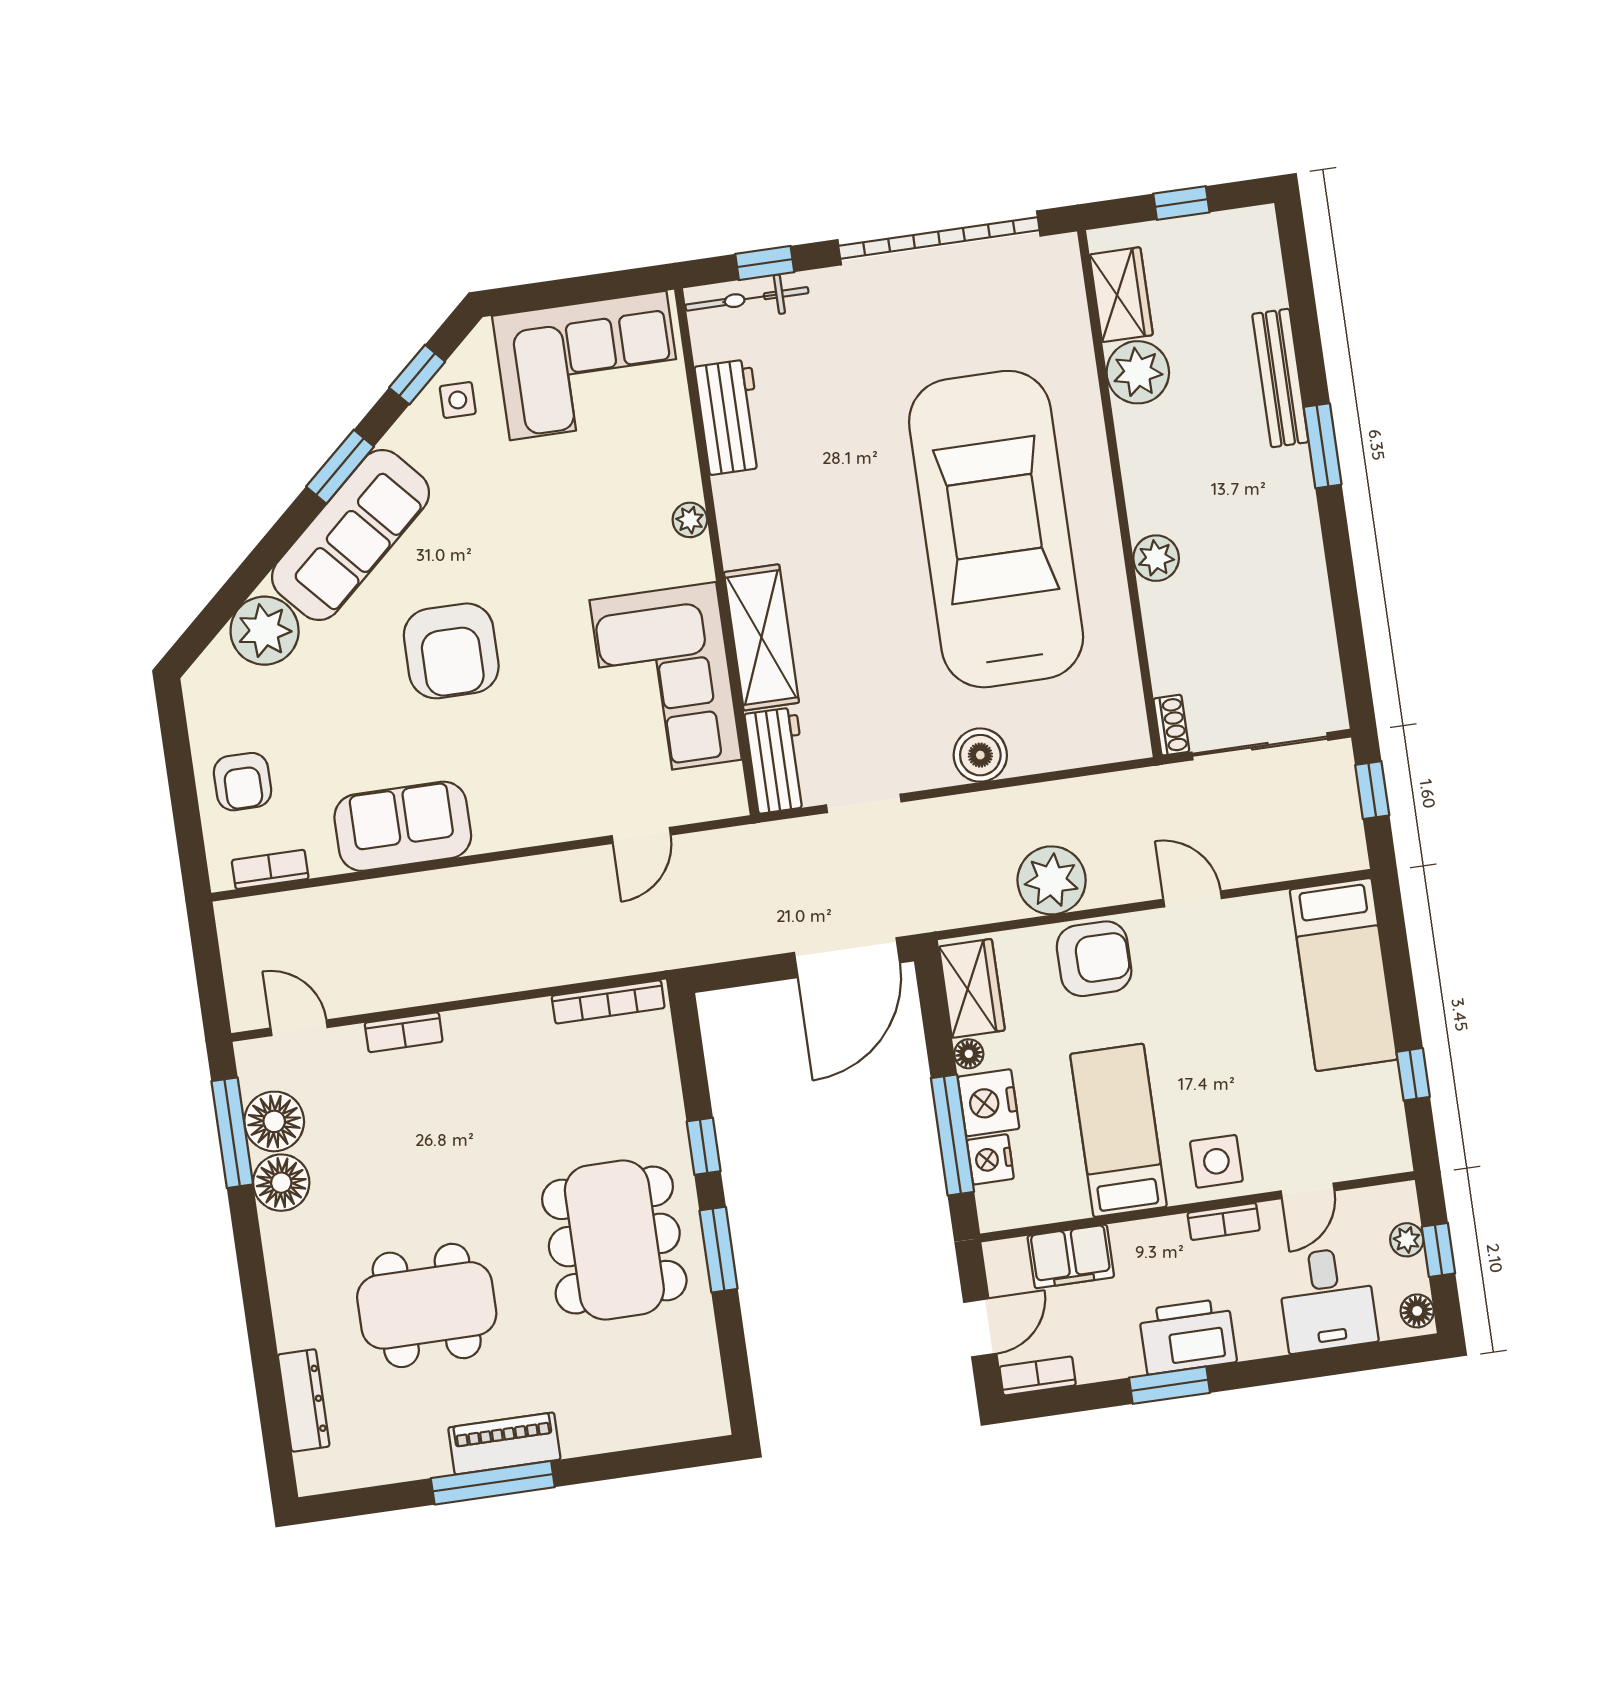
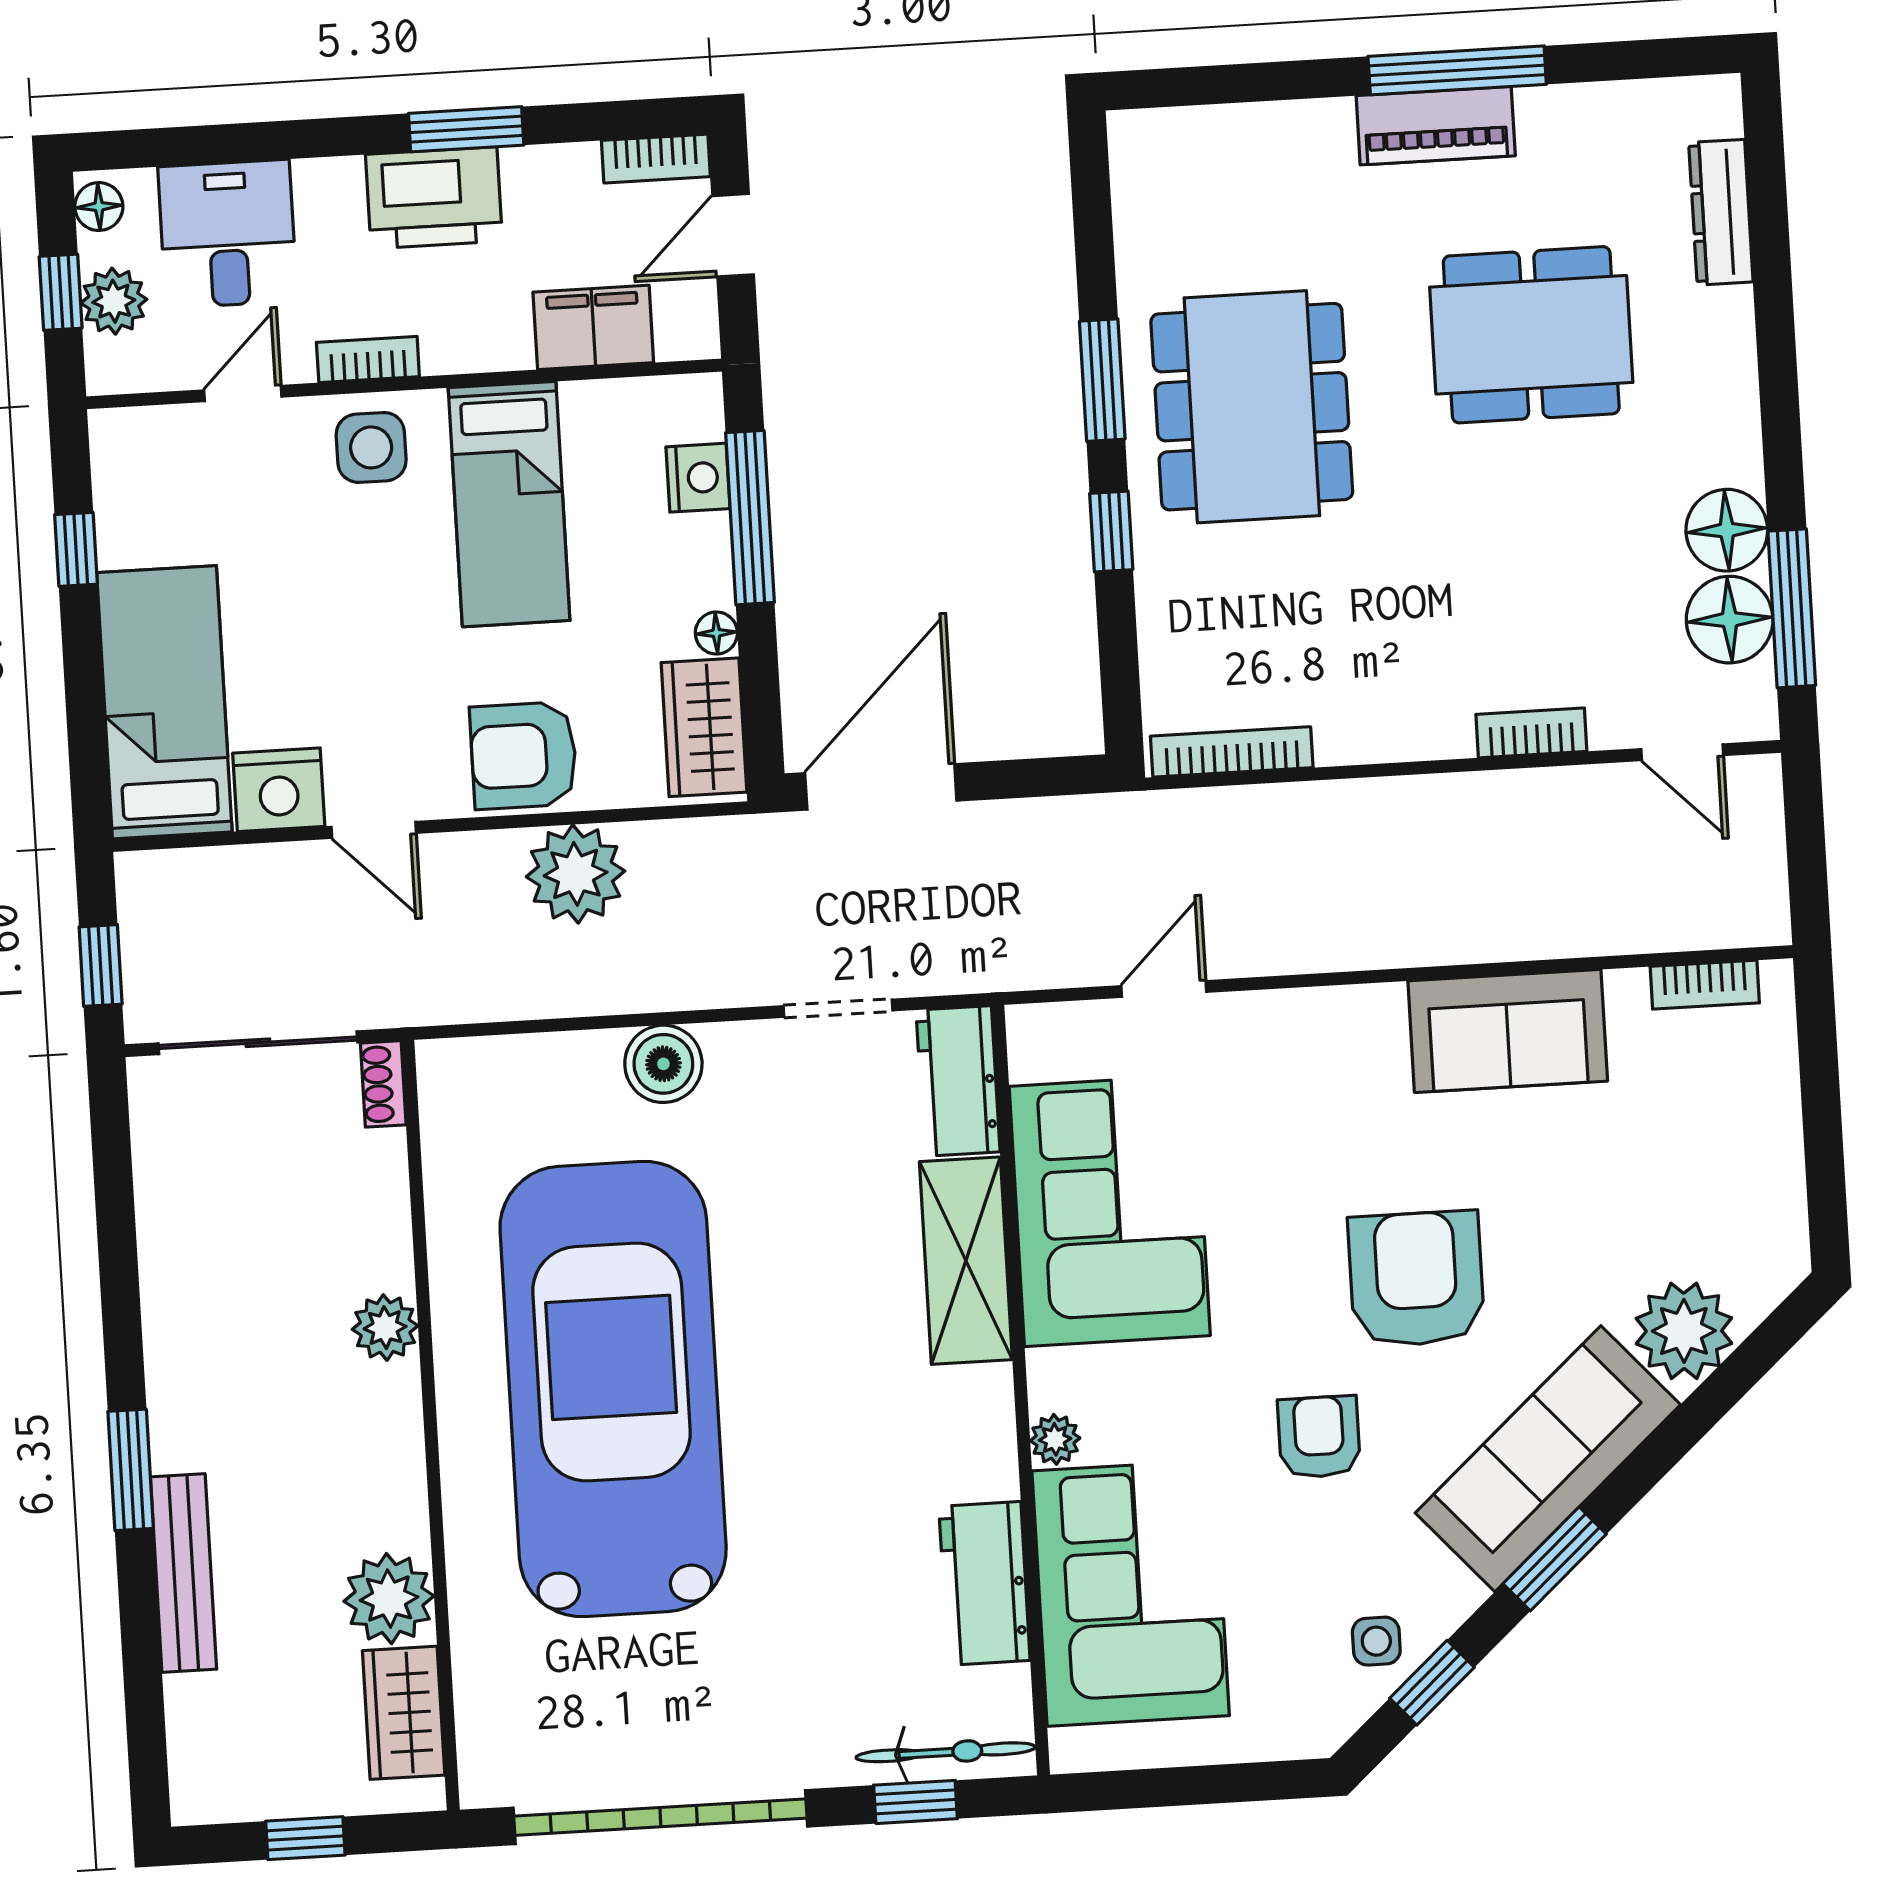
corner sofa: (588, 365) -> (1131, 1593), moved, turned 90
car: (996, 529) -> (613, 1389), turned 180
armchair: (243, 782) -> (1319, 1437), moved
nightstand: (989, 1103) -> (279, 790), moved, turned 90
plant: (1407, 1240) -> (114, 301), width x1.38, depth x1.38

